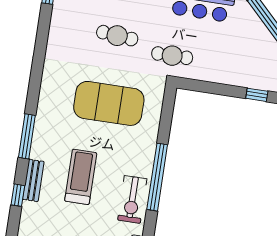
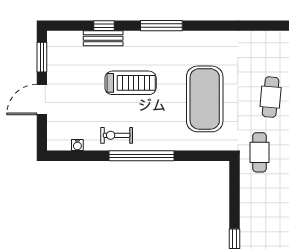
bench: (33, 180) -> (103, 38), moved
exercise bike: (132, 199) -> (117, 135), width x0.73, depth x0.72

